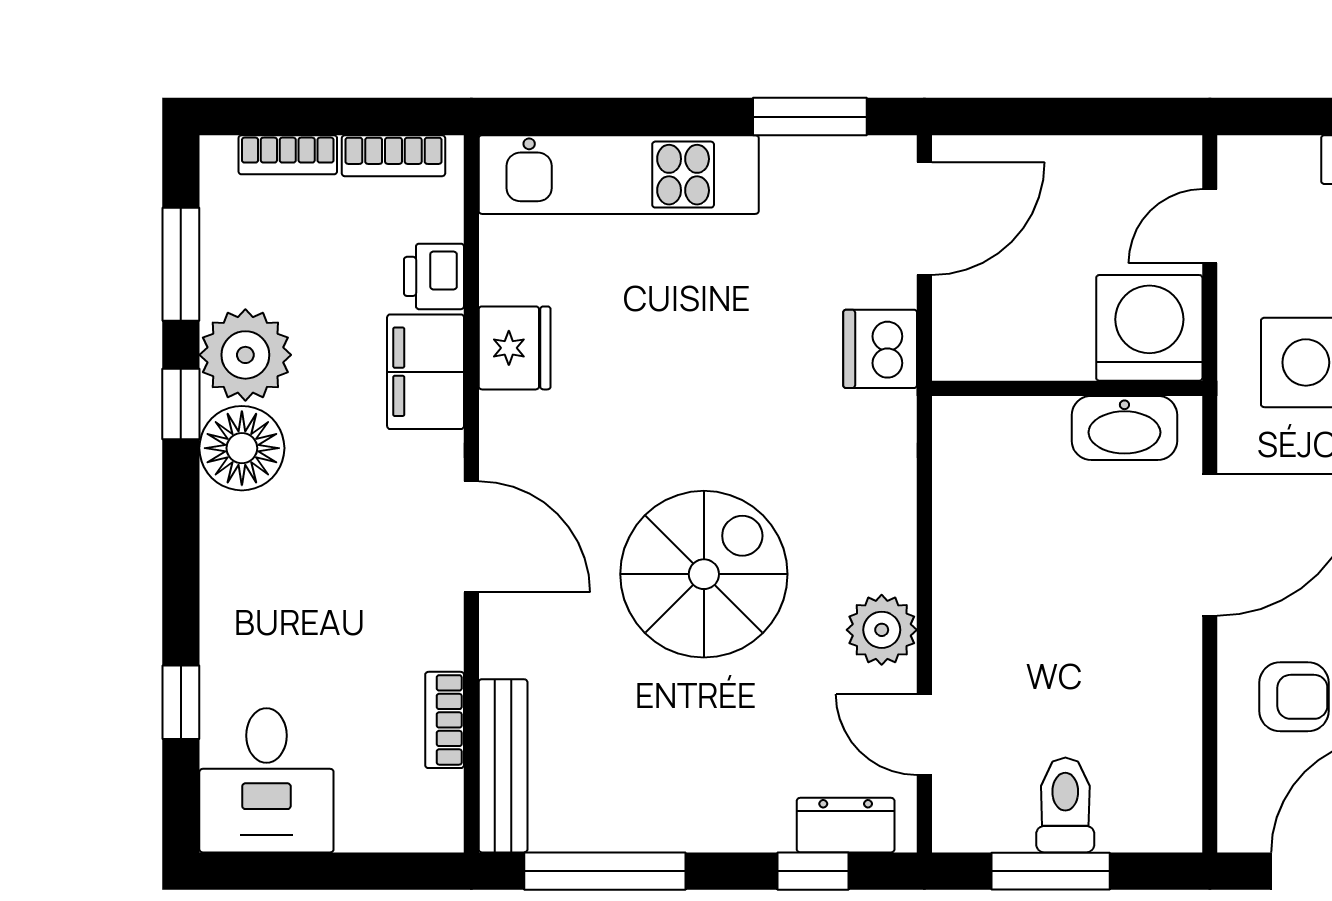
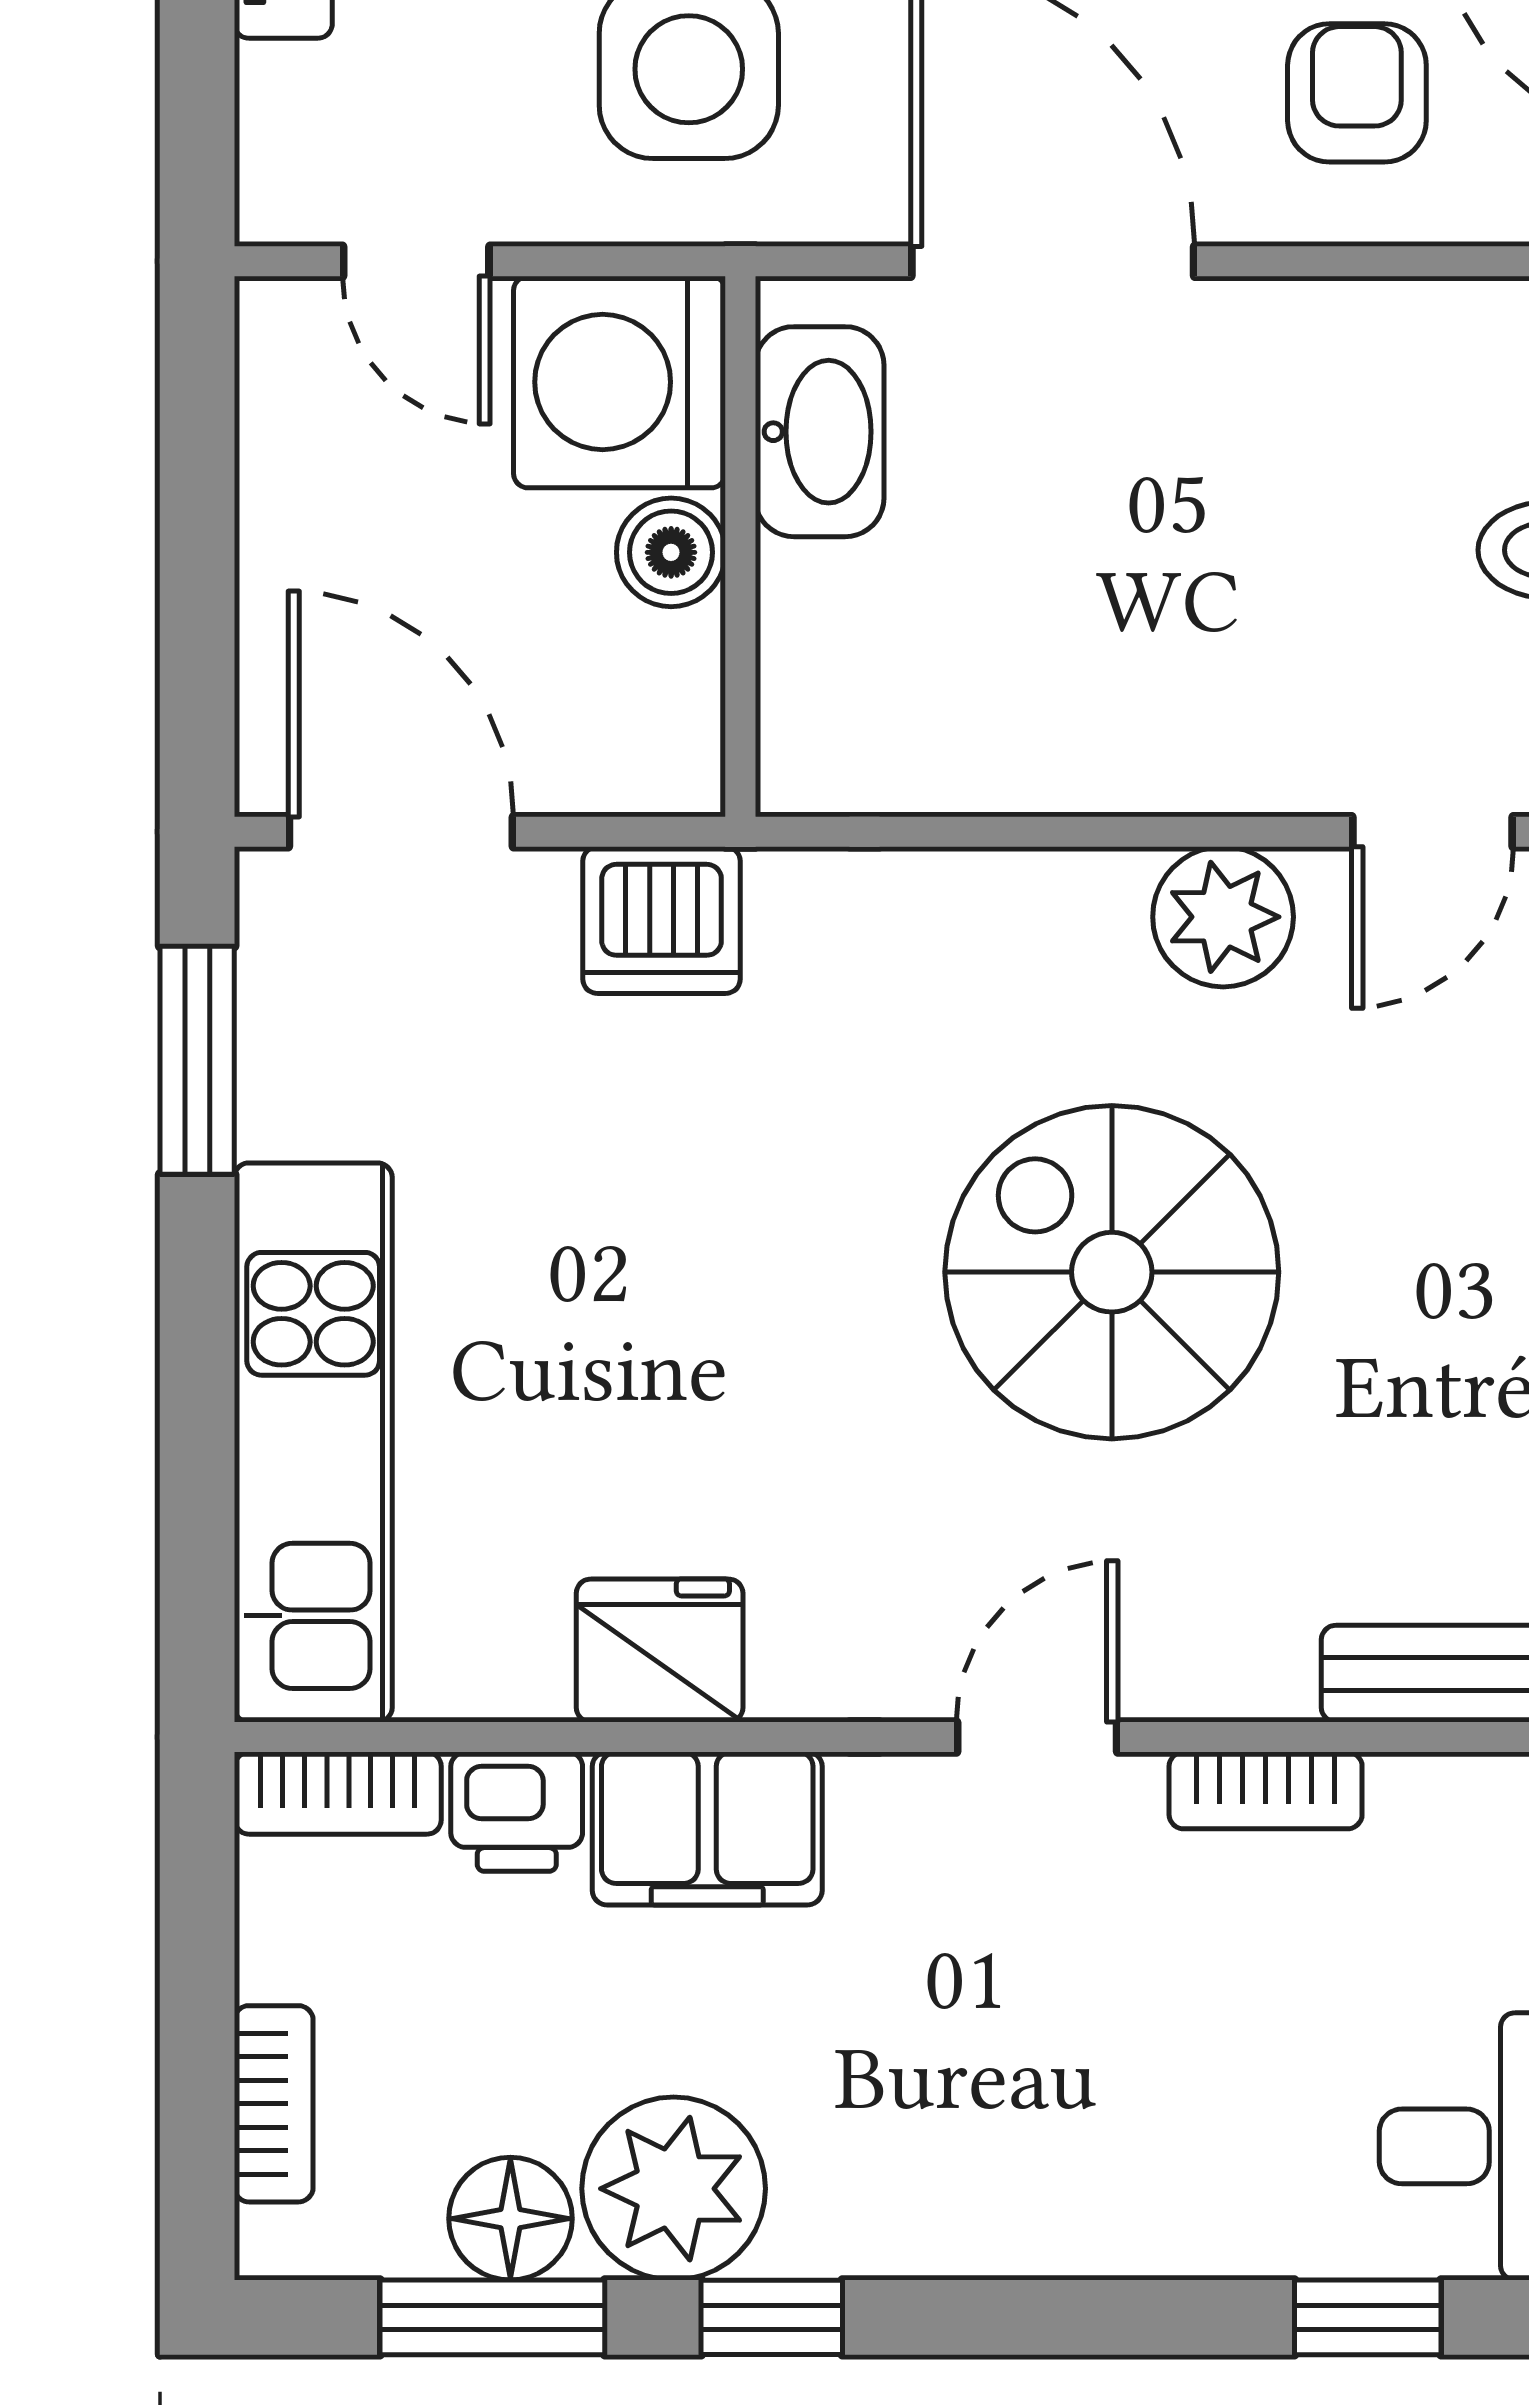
bookcase: (393, 156) -> (338, 1793), moved, turned 90
boiler: (1064, 354) -> (671, 552), added
floor lamp: (242, 448) -> (510, 2219), moved, width x0.73, depth x0.73
door: (471, 537) -> (1037, 1737), width x0.73
bookcase: (445, 720) -> (1266, 1790), moved

